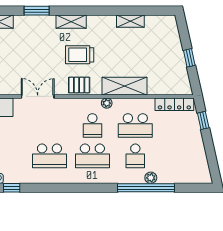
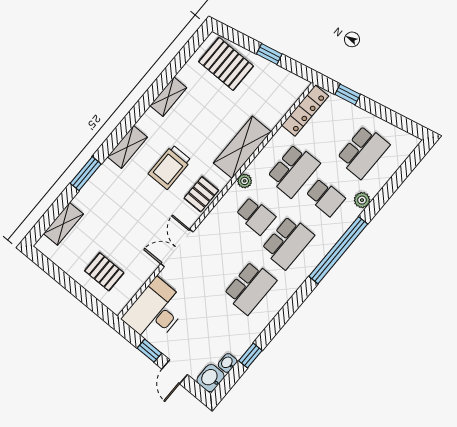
shelving: (130, 21) -> (168, 97), moved
pallet: (164, 38) -> (226, 64), added
school desk: (178, 156) -> (363, 152), added
window: (146, 188) -> (338, 250), moved

